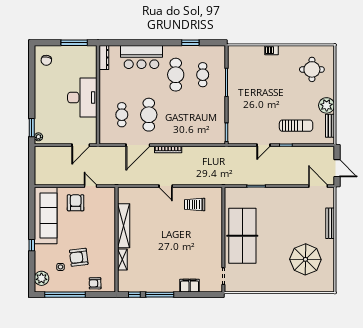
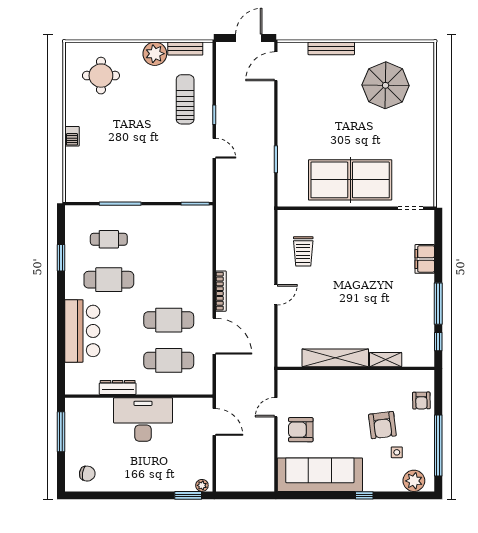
dresser: (104, 57) -> (118, 387), moved
cafe table: (122, 115) -> (169, 360), width x1.37, depth x1.35

